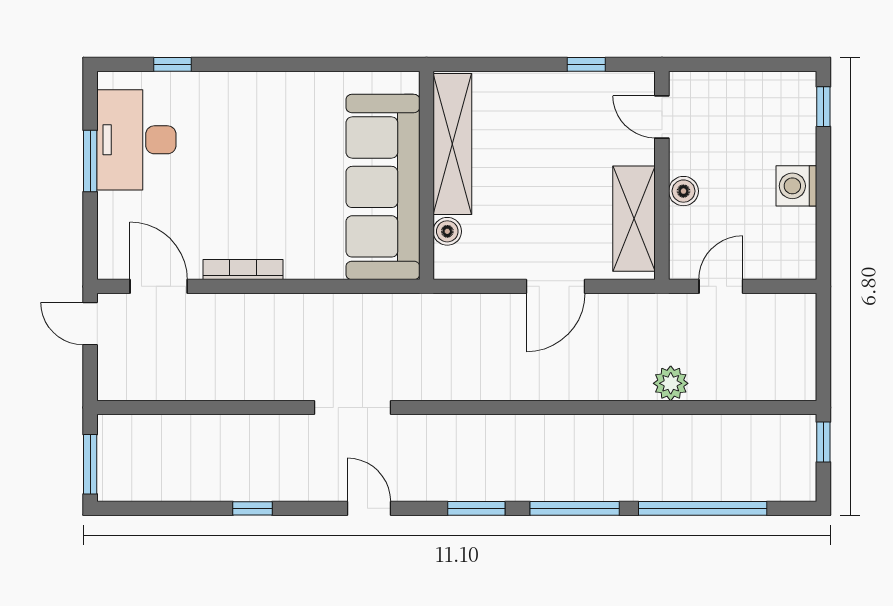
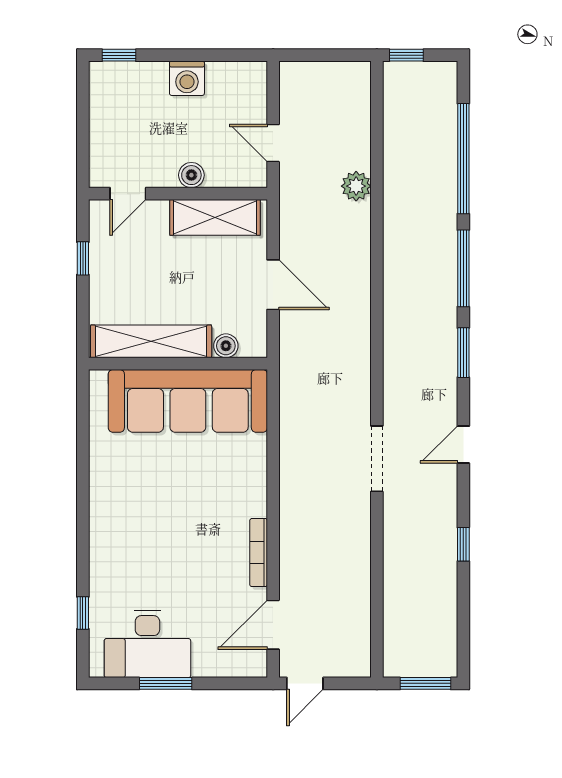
shelving: (452, 144) -> (151, 341), moved
wall: (426, 175) -> (178, 364), moved
sofa: (383, 187) -> (188, 401), moved
boiler: (447, 231) -> (226, 346), moved

